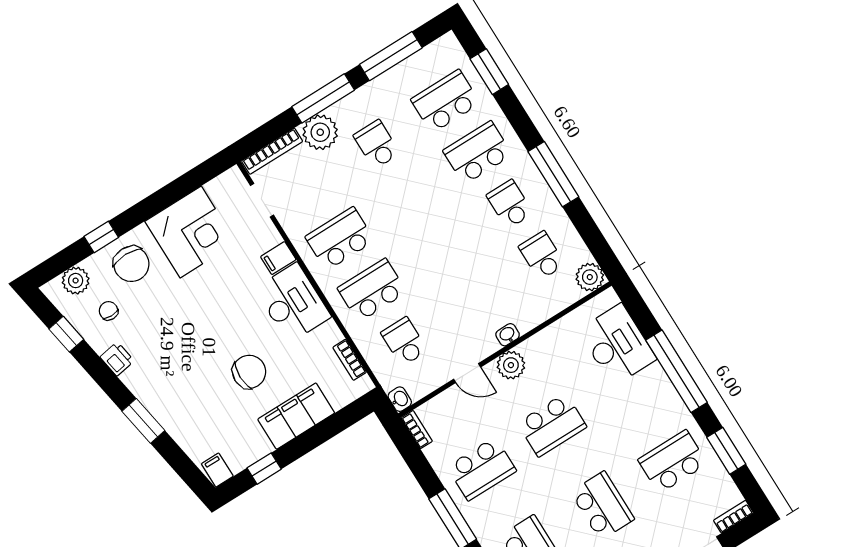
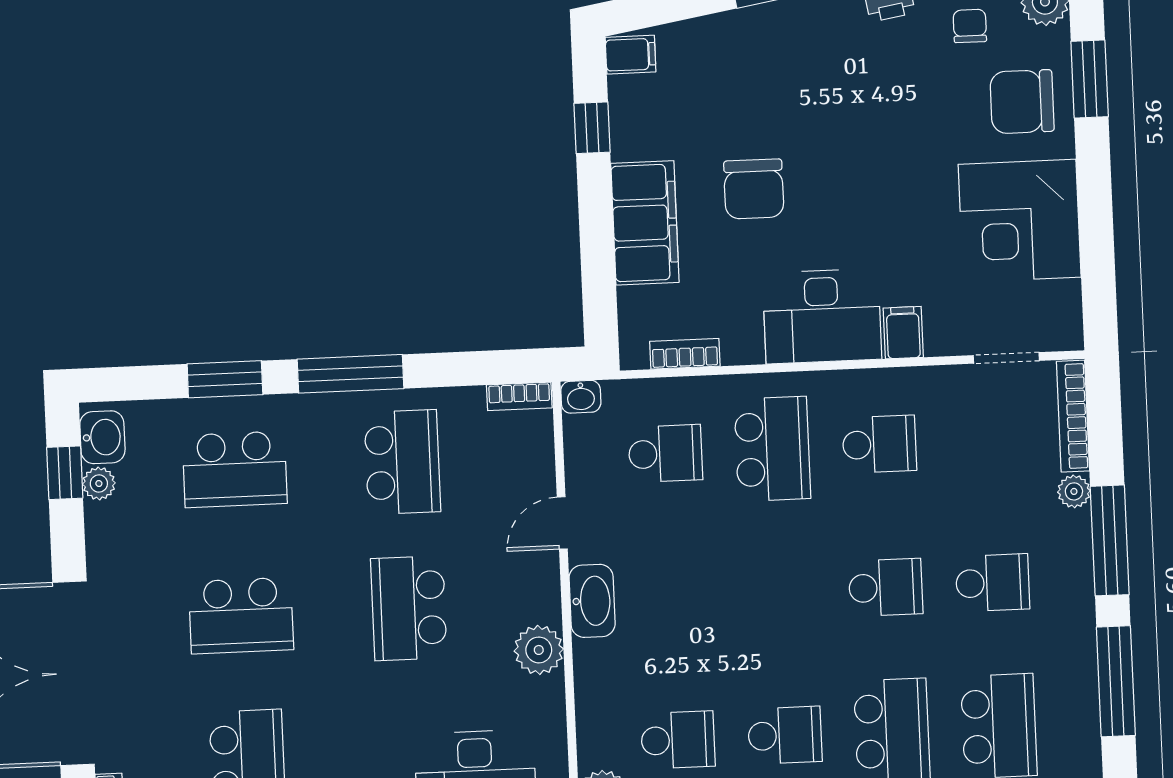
plant: (320, 132) -> (1074, 491), width x0.53, depth x0.53
school desk: (409, 196) -> (886, 587), added
window: (101, 237) -> (1090, 79), width x1.50
school desk: (340, 239) -> (879, 444), width x0.54
chair: (109, 311) -> (970, 26), turned -90
washbasin: (508, 335) -> (592, 601), width x1.91, depth x1.45
plant: (511, 365) -> (539, 650), moved
school desk: (482, 469) -> (402, 462), turned 180

